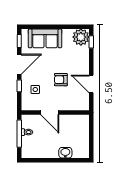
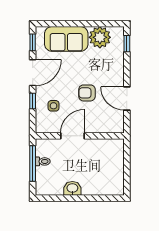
plant: (81, 37) -> (100, 37), moved
door: (50, 113) -> (72, 136), swing flipped
washbasin: (65, 153) -> (72, 188), moved

